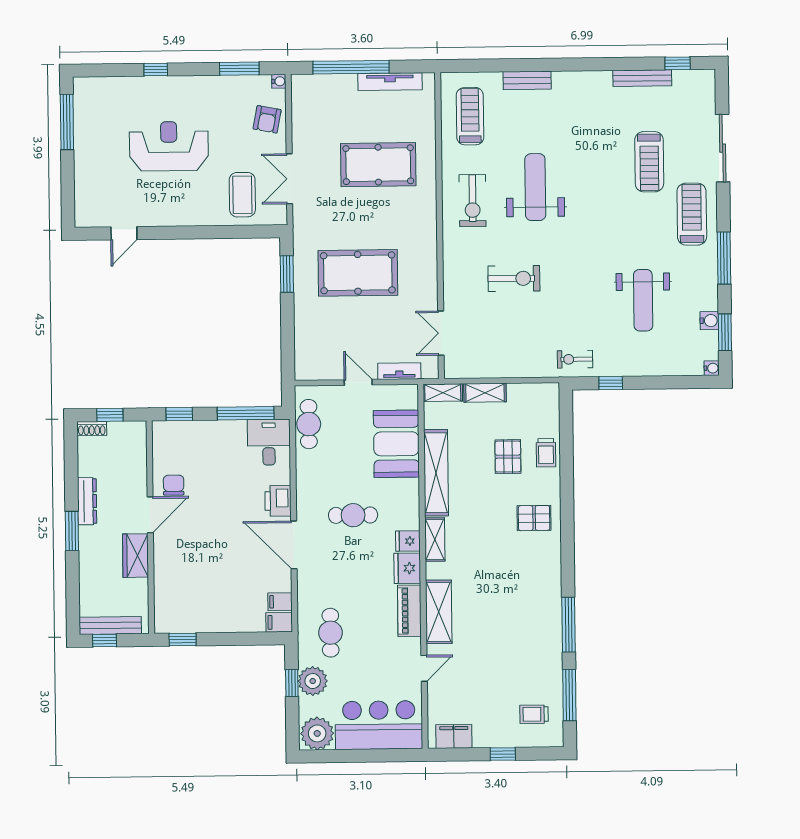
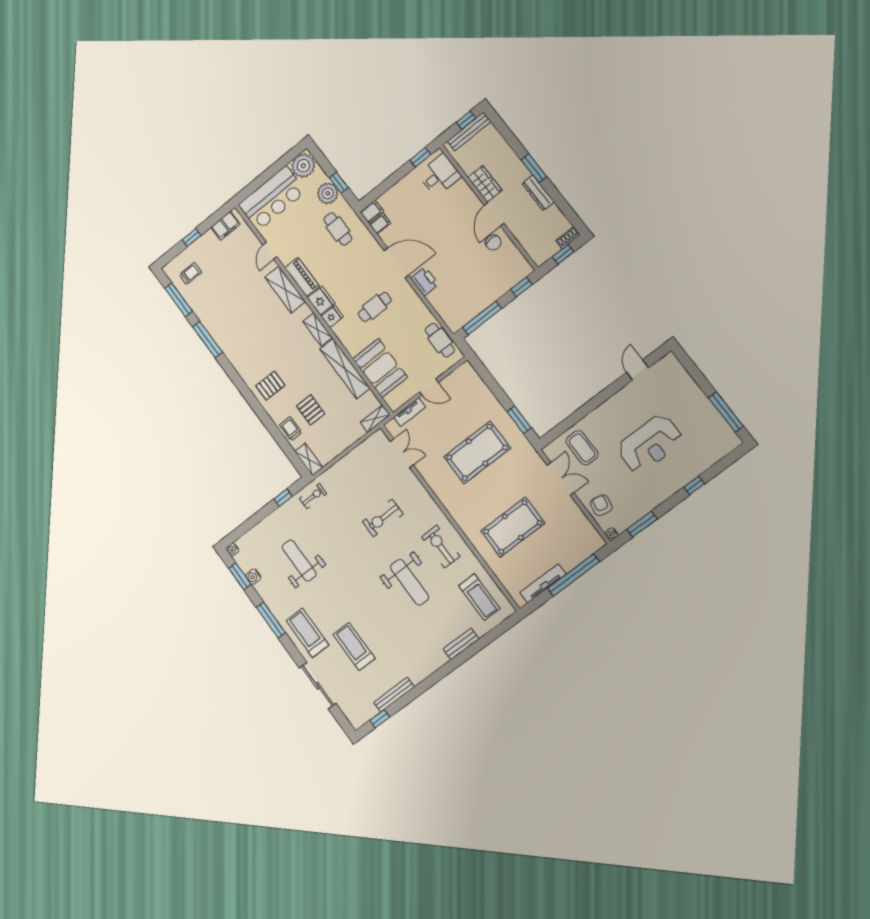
treadmill: (692, 214) -> (308, 633), turned 180
shelving: (485, 393) -> (309, 459), moved, turned 90
desk: (269, 442) -> (439, 175), moved, turned -90

